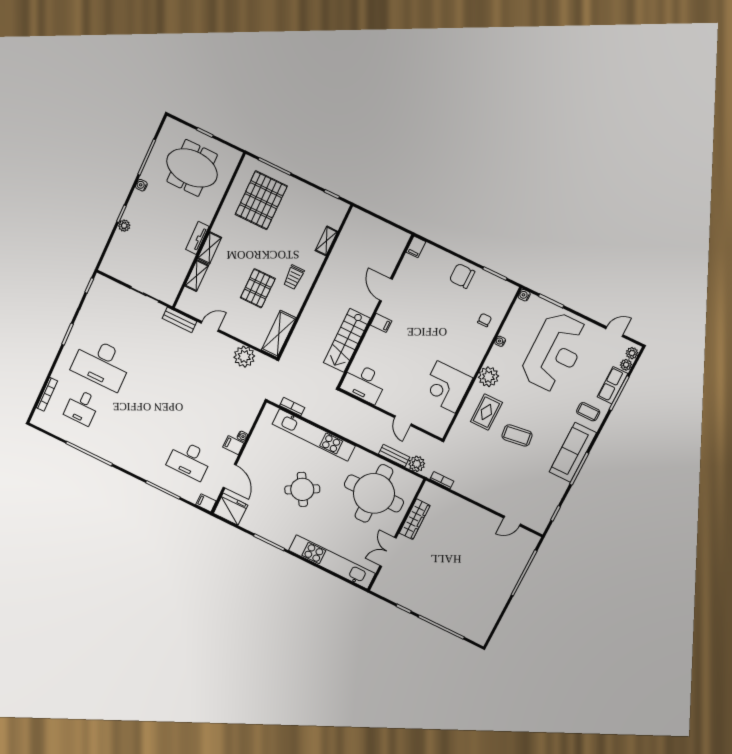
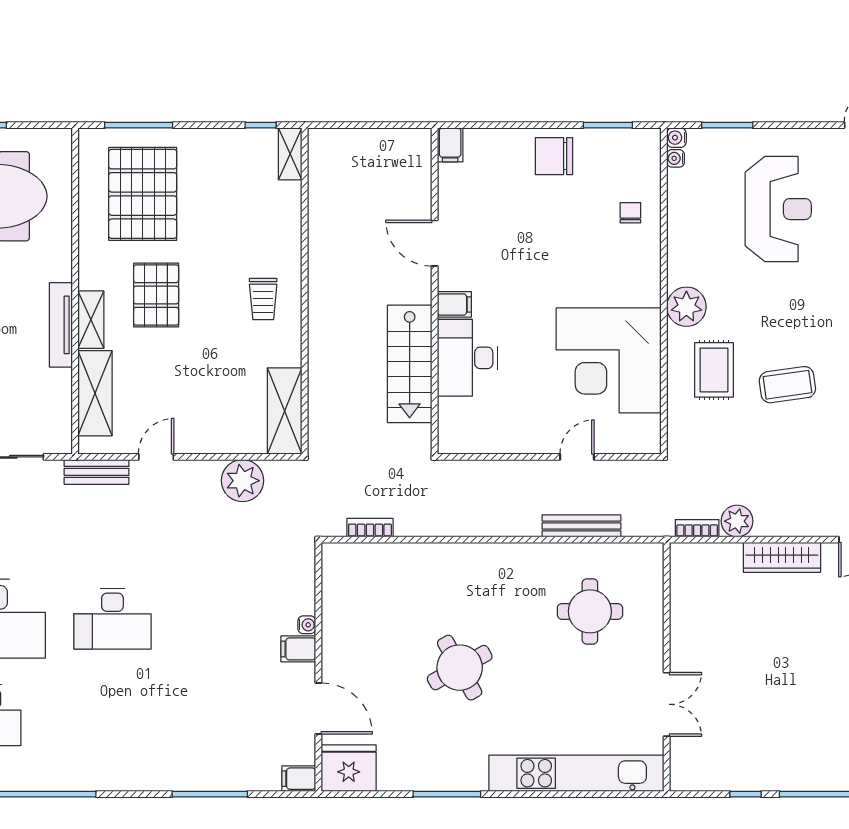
tv unit: (197, 238) -> (61, 325), width x1.41
shelving: (326, 241) -> (290, 154), moved
shelving: (197, 276) -> (95, 393), width x1.50, depth x1.33
pallet: (258, 288) -> (156, 295), moved
water cooler: (500, 341) -> (676, 158), moved
reception desk: (555, 352) -> (778, 209), width x0.74, depth x0.77
desk: (364, 383) -> (467, 358), moved, turned 90
corner desk: (446, 387) -> (609, 360), width x1.36, depth x1.36
door: (403, 421) -> (577, 457), swing flipped
kitchen unit: (314, 435) -> (433, 560), removed
bench: (394, 456) -> (581, 526), width x1.36
desk: (189, 460) -> (112, 619), moved
plant: (417, 464) -> (737, 521), moved
round table: (374, 493) -> (590, 611), width x0.54, depth x0.54
wardrobe: (415, 519) -> (782, 557), moved, turned 90
double door: (388, 552) -> (667, 704), swing flipped

